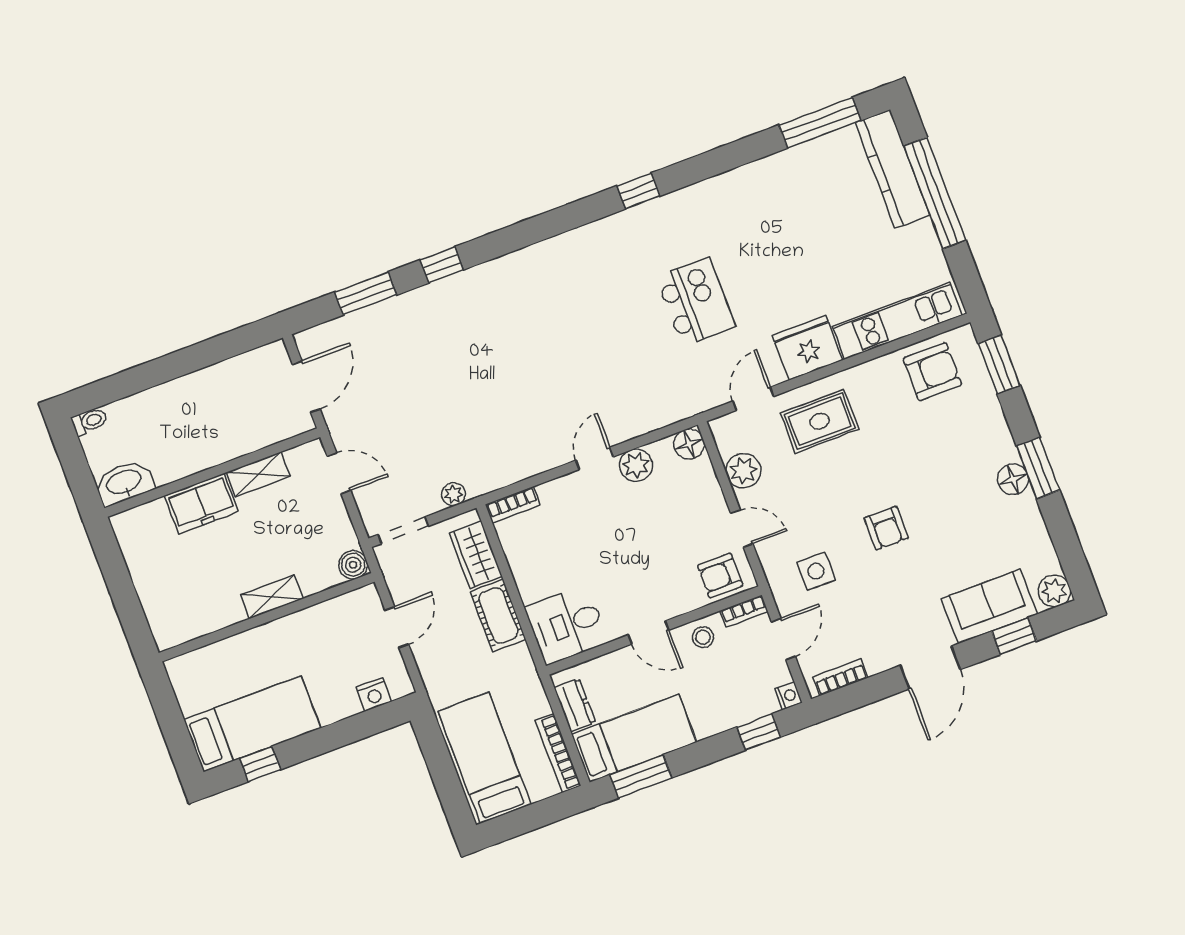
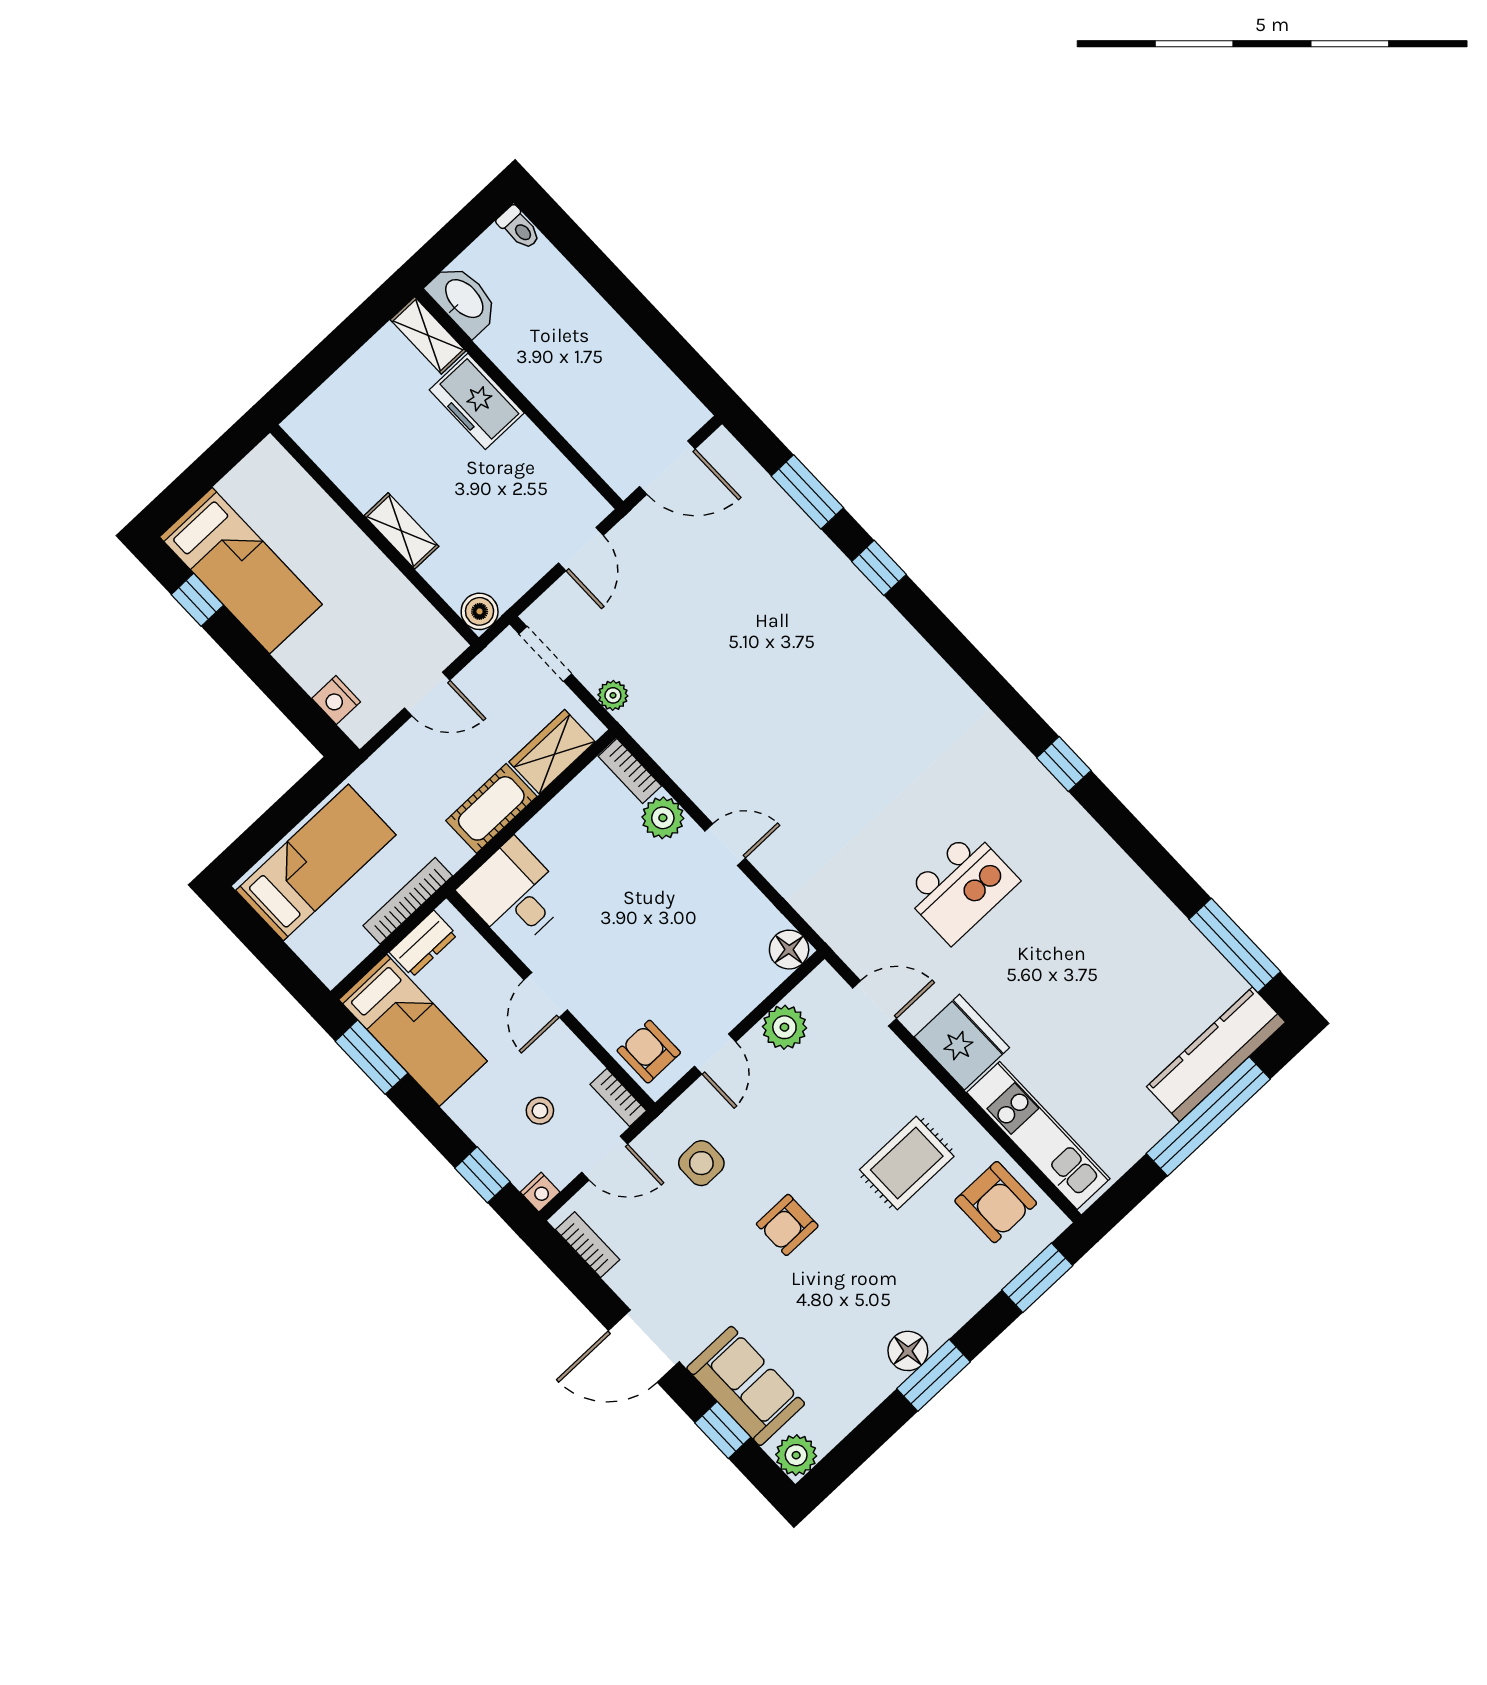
rug: (820, 421) -> (907, 1163), moved, turned 90
plant: (636, 465) -> (663, 818), moved
shelving: (258, 474) -> (428, 335), moved
stool: (703, 637) -> (540, 1111), moved
bookcase: (558, 753) -> (408, 901), moved

